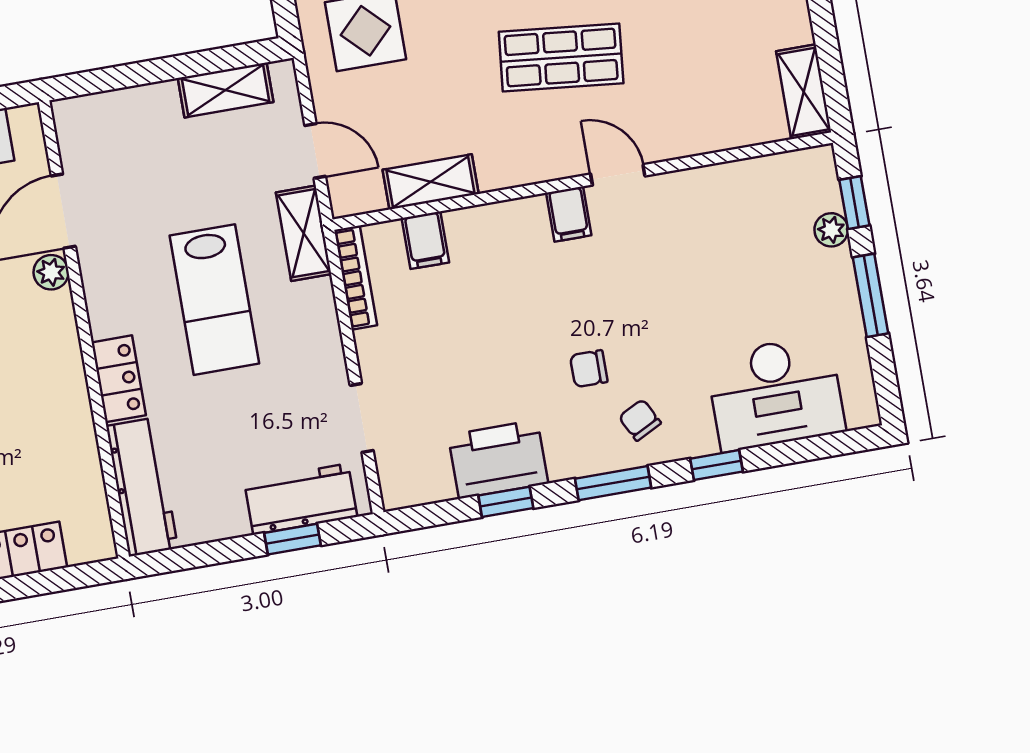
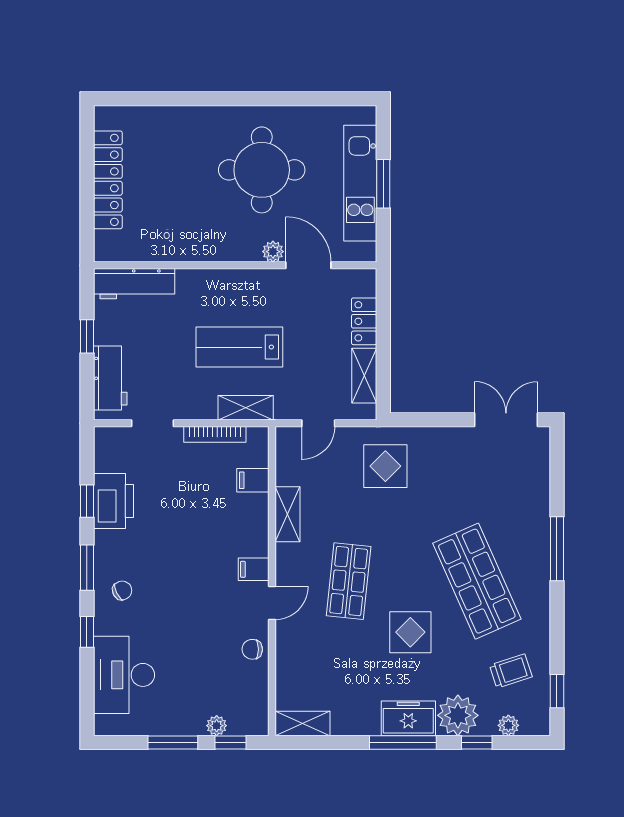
shelving: (431, 182) -> (287, 514), moved
shelving: (304, 233) -> (246, 408), moved
bookcase: (356, 278) -> (215, 434), moved
chair: (589, 369) -> (252, 649), moved, turned -90
locker: (119, 379) -> (364, 321), moved, turned 90
window: (293, 539) -> (87, 336), moved

